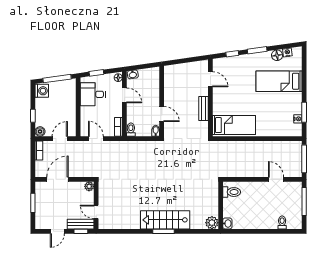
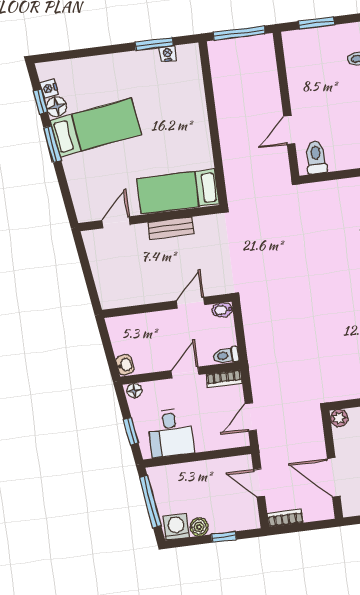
window: (232, 54) -> (41, 102), moved
bed: (279, 81) -> (96, 128), moved, turned -98
door: (124, 95) -> (185, 373), moved
bed: (234, 125) -> (178, 191), moved, turned -90
boiler: (40, 132) -> (199, 527), moved
door: (276, 179) -> (289, 130), moved
window: (304, 201) -> (316, 23), width x0.69

